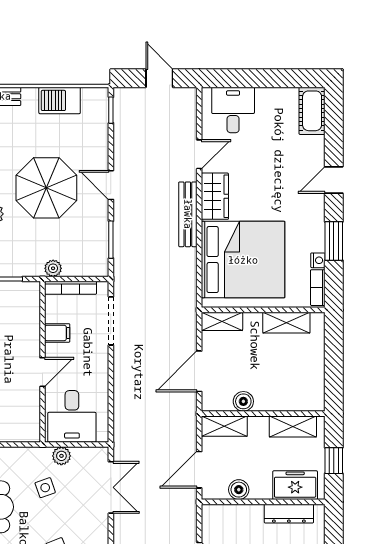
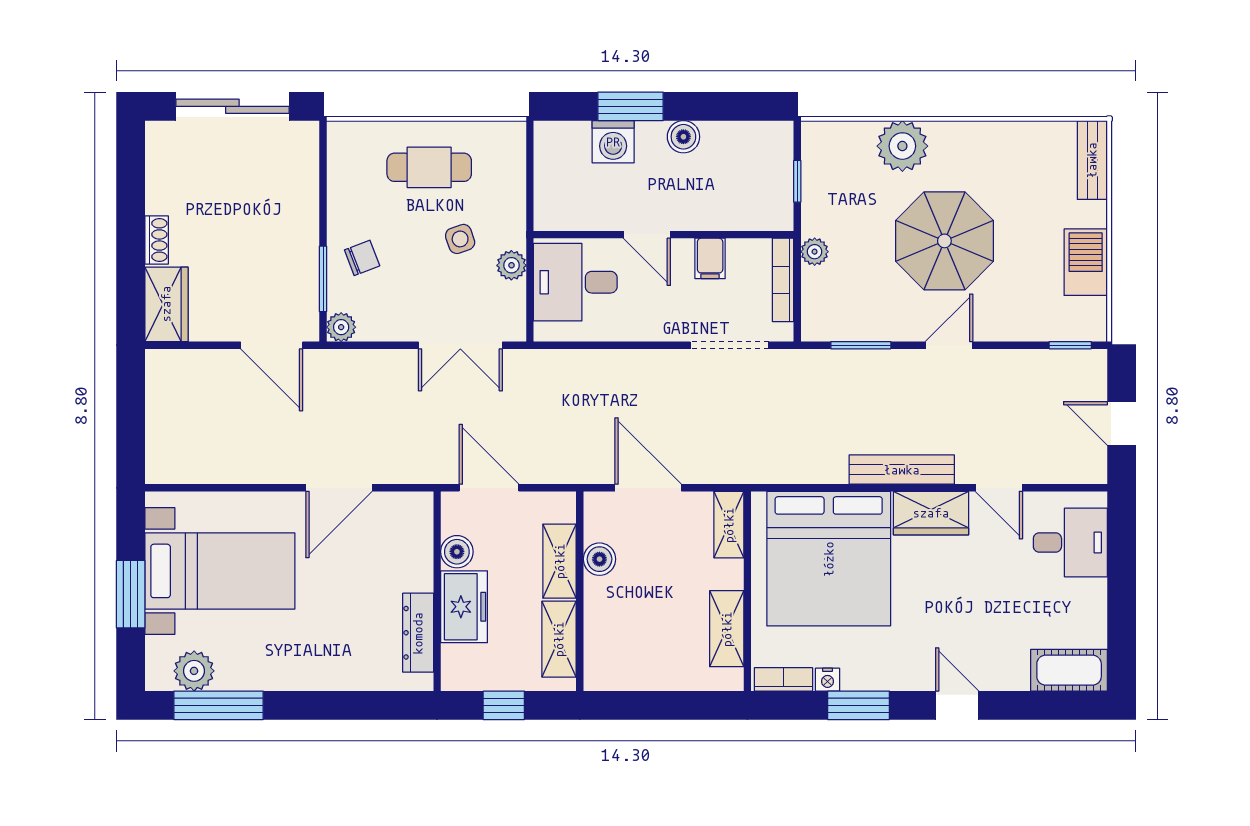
door: (159, 78) -> (1122, 424), swing flipped
shelving: (224, 426) -> (560, 561), moved
freezer: (295, 485) -> (464, 607), moved

